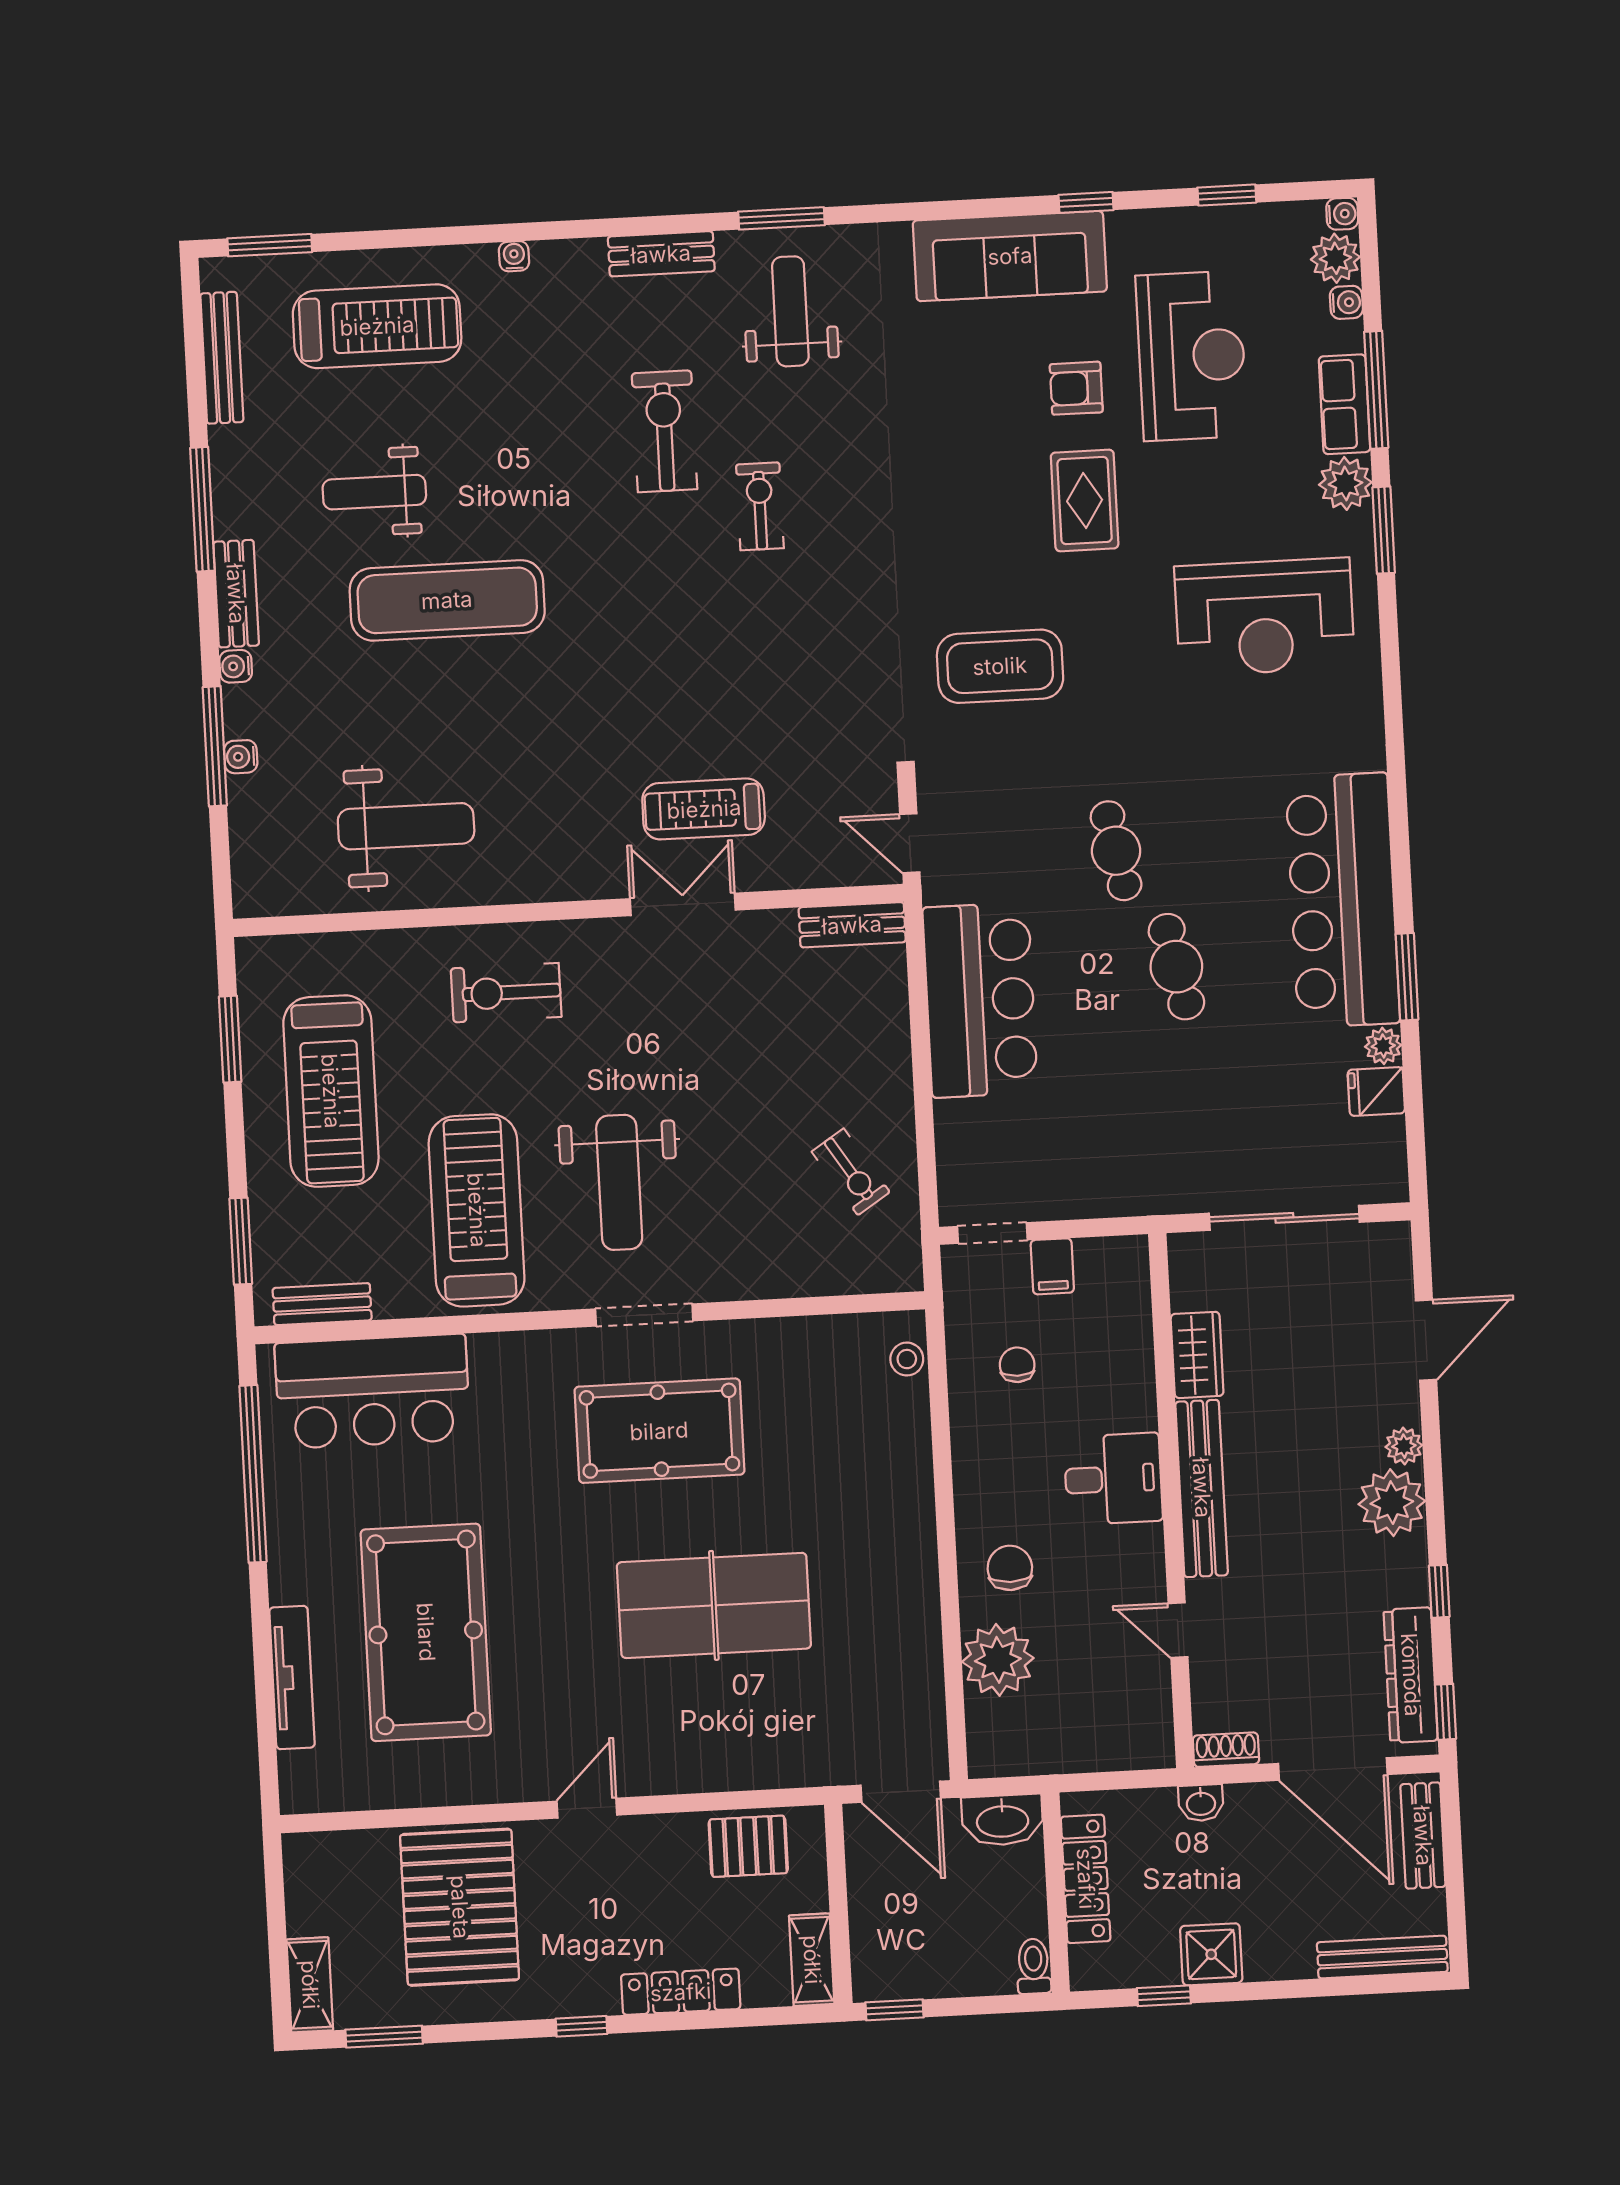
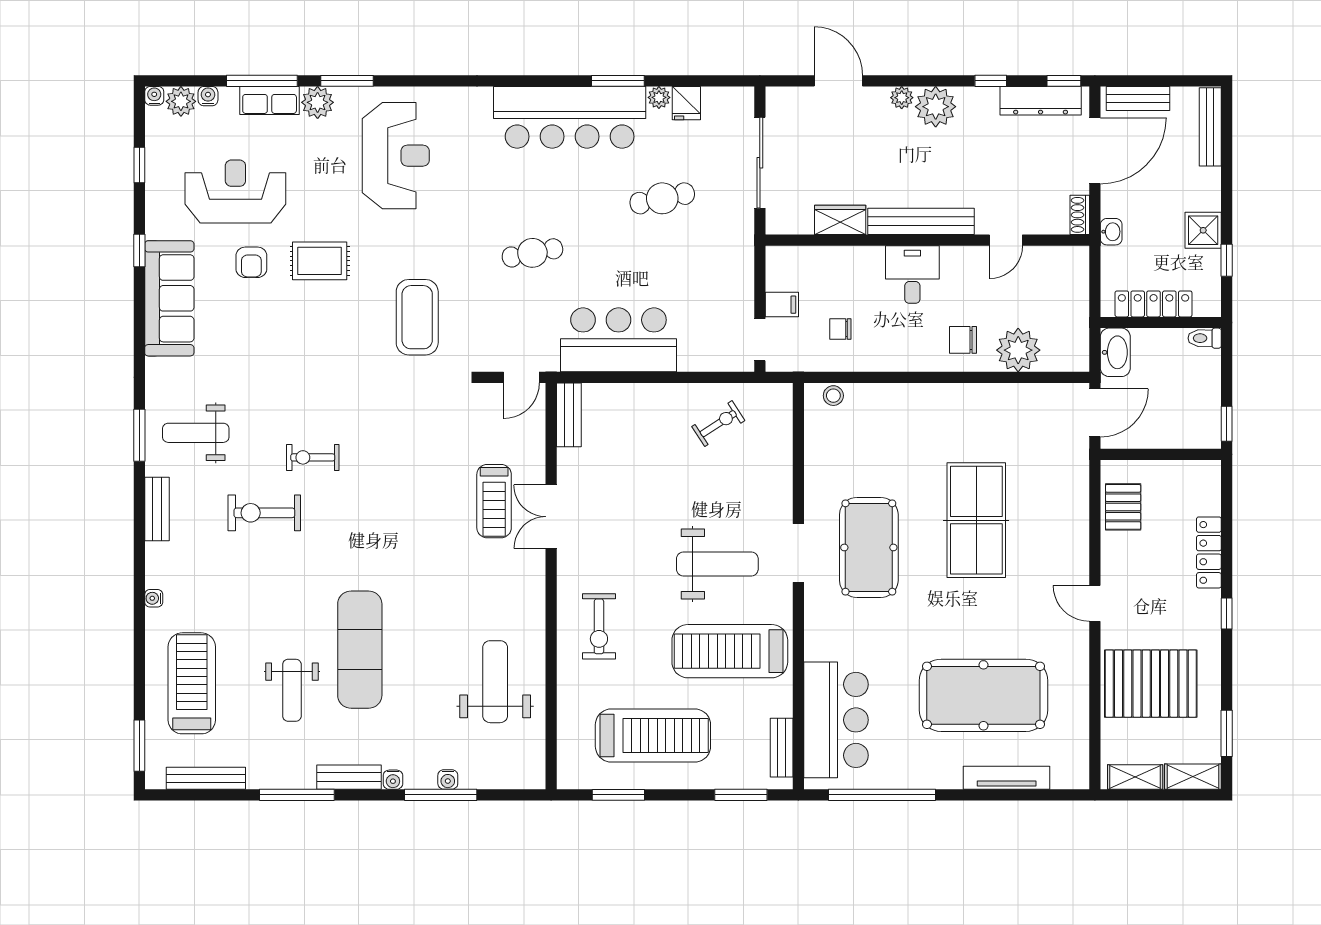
cafe table: (1176, 967) -> (662, 198), moved
shelving: (812, 1960) -> (1135, 777), moved

